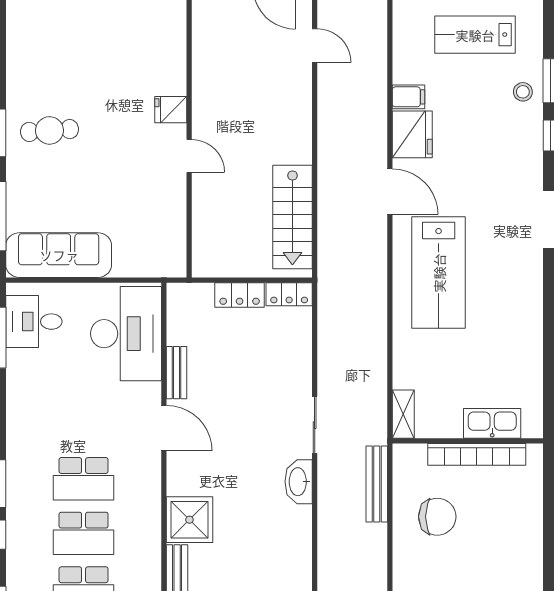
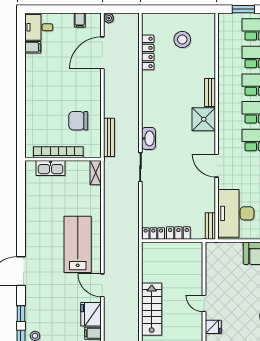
stairs: (292, 217) -> (152, 309), moved
bench: (176, 373) -> (210, 226), moved

